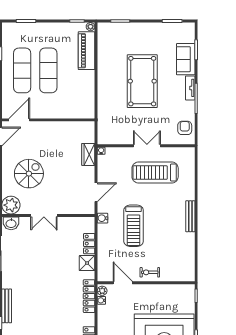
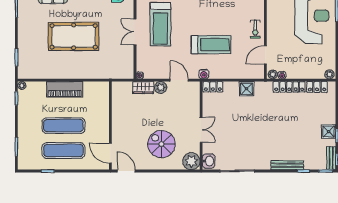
piano: (86, 51) -> (65, 89), moved
plant: (88, 173) -> (161, 87), added
locker: (89, 244) -> (213, 87), moved
locker: (89, 296) -> (289, 87), moved

